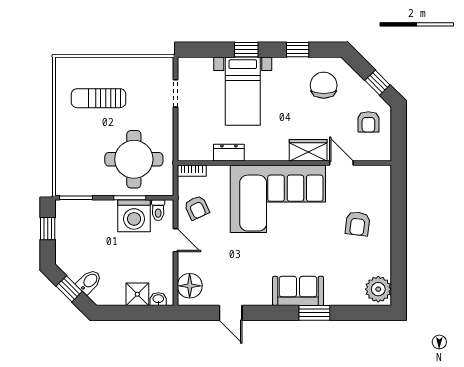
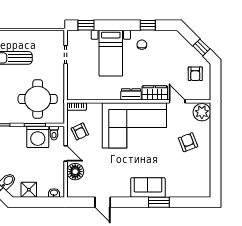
window: (246, 50) -> (86, 25), moved
chair: (324, 85) -> (142, 45), moved, width x0.54, depth x0.54
dresser: (229, 153) -> (131, 94), moved
armchair: (358, 224) -> (188, 142), turned 152
floor lamp: (190, 286) -> (75, 172), moved
plant: (378, 289) -> (202, 112), moved
shower: (137, 294) -> (29, 190), moved

